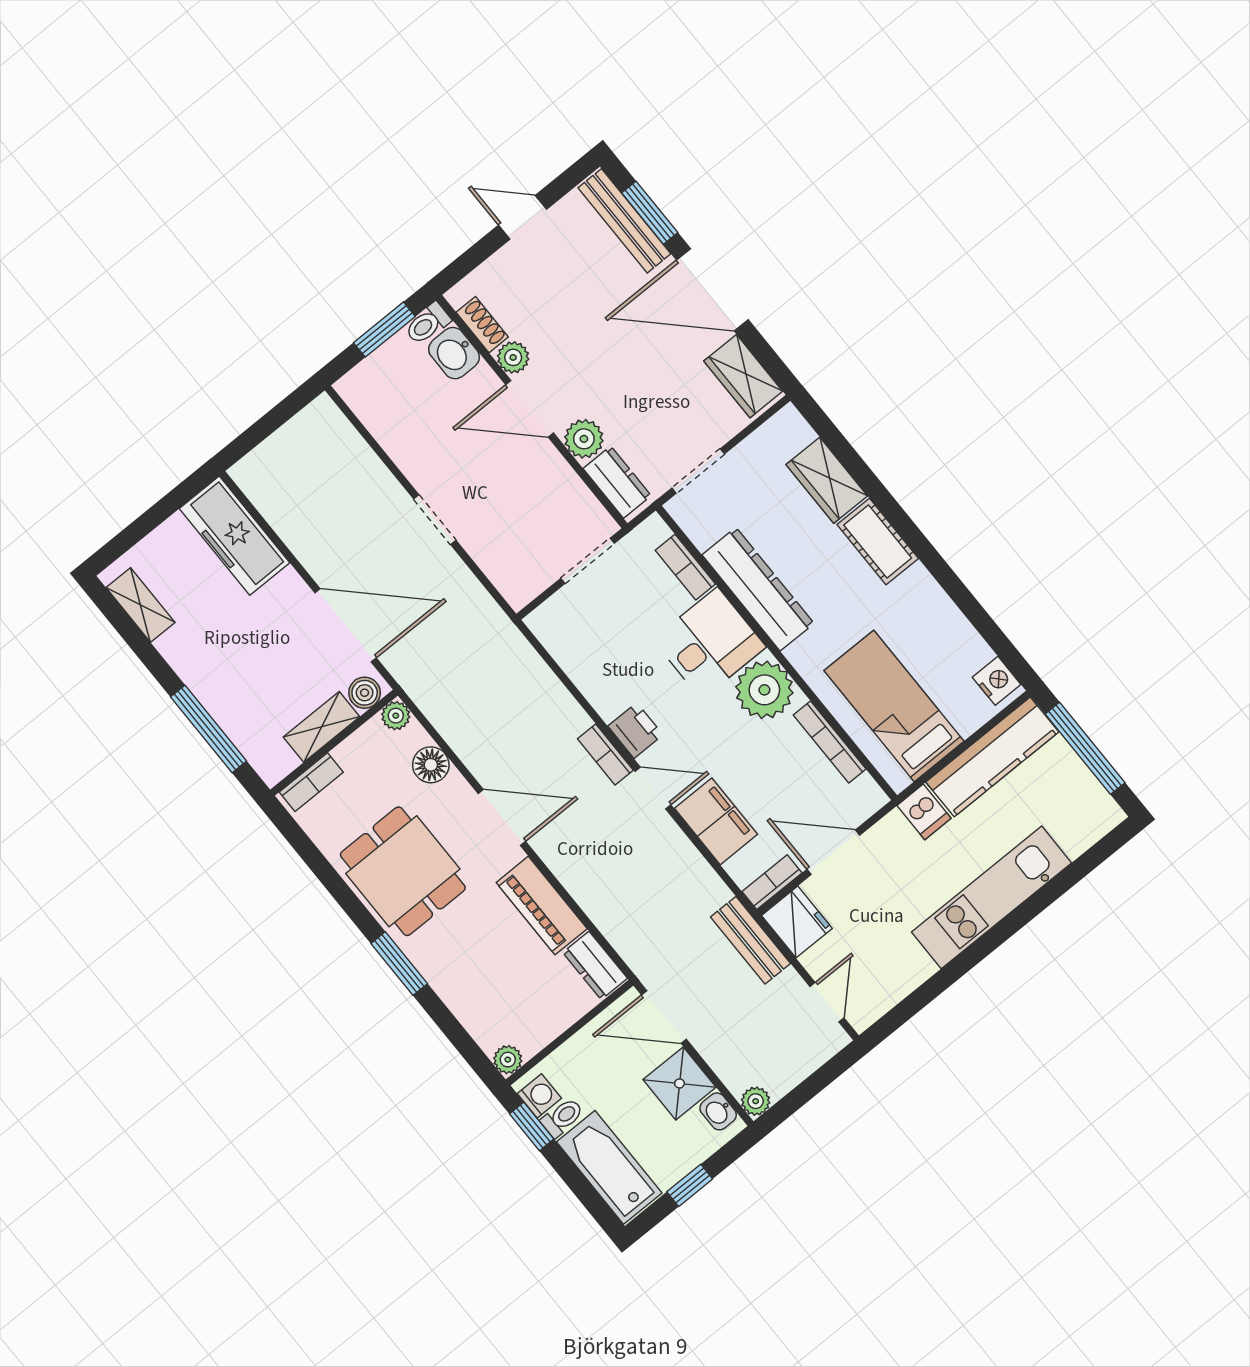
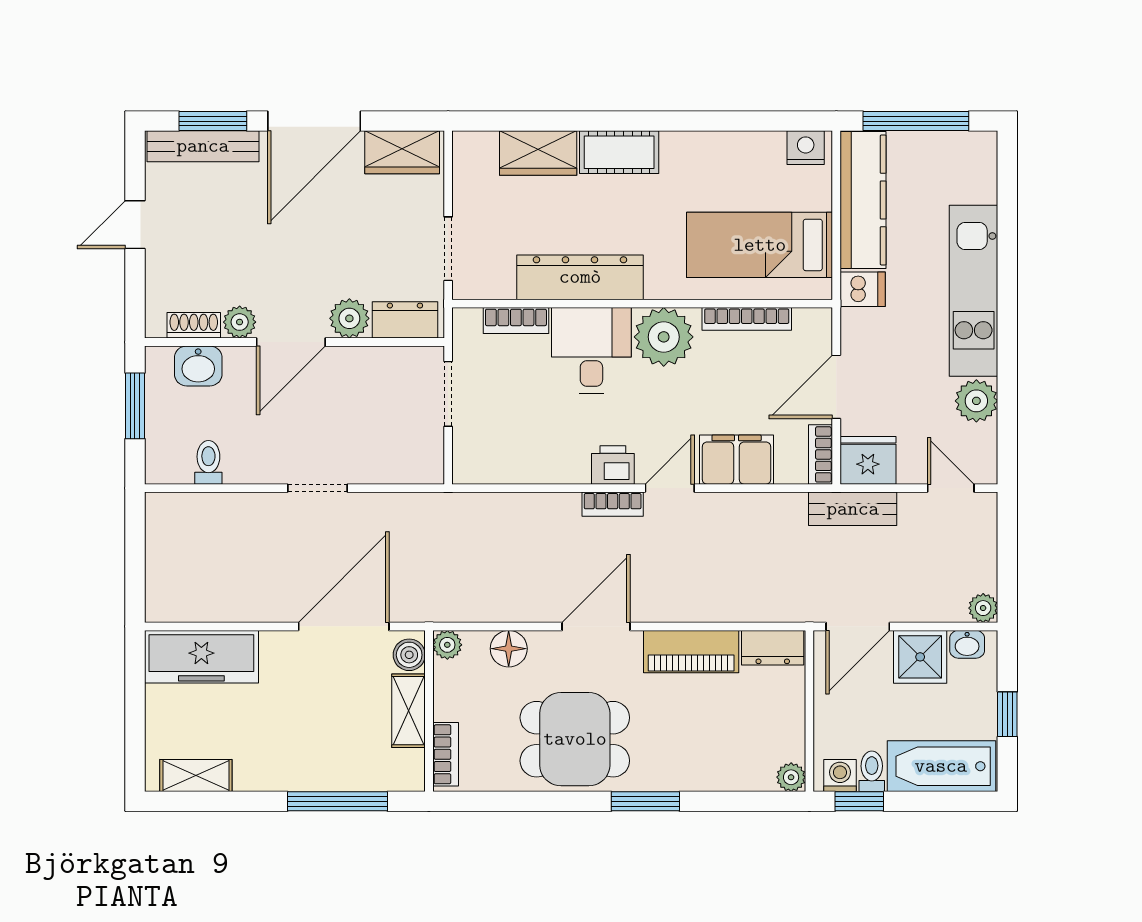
toilet: (428, 324) -> (208, 462), moved, turned 180
plant: (909, 968) -> (976, 401), added

